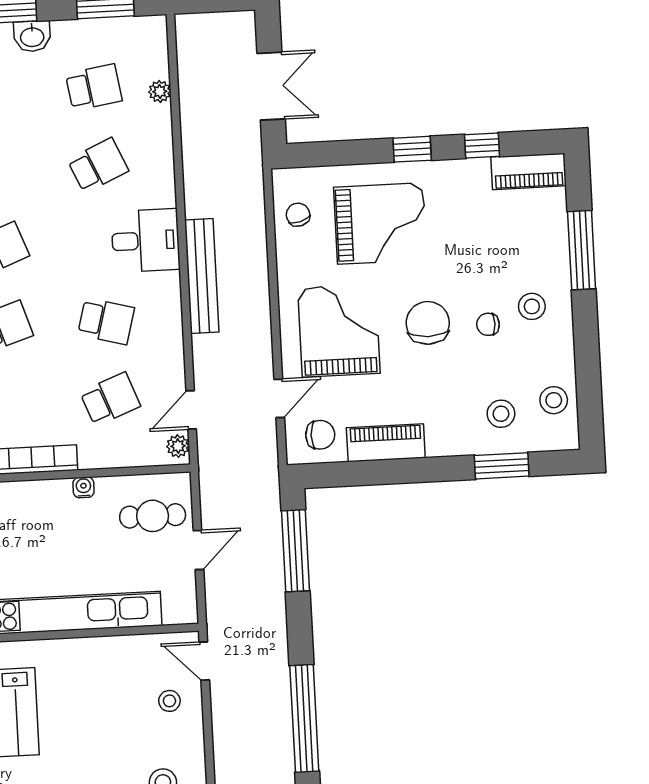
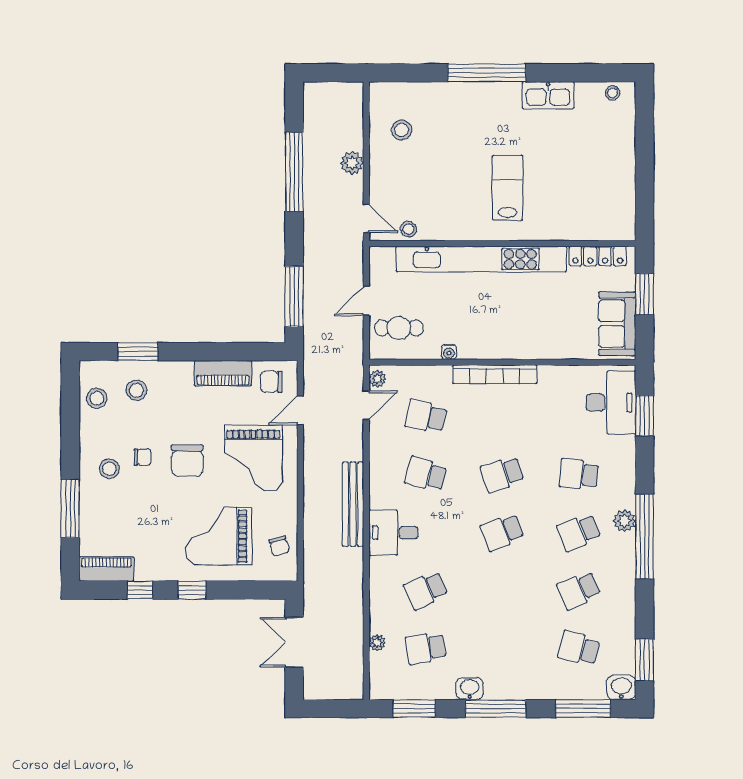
school desk: (110, 399) -> (426, 416), turned 33
stool: (169, 701) -> (408, 229), moved
plant: (227, 735) -> (352, 163), added

